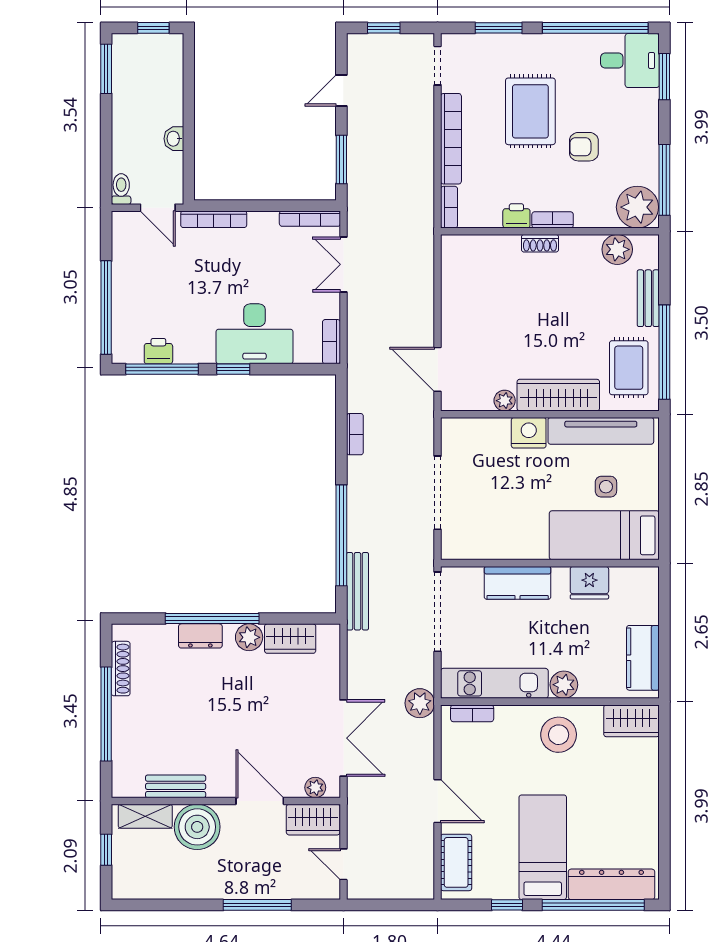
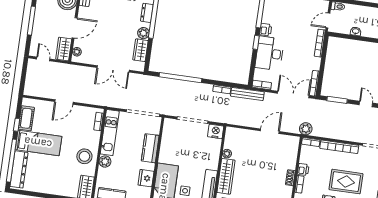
double door: (343, 264) -> (293, 95), width x1.37
printer: (158, 351) -> (266, 30), moved
door: (438, 369) -> (270, 131), moved
nightstand: (529, 433) -> (216, 131), moved, turned -90
bench: (357, 591) -> (247, 94), moved
plant: (420, 703) -> (306, 129), moved
double door: (343, 738) -> (113, 69), moved
cot: (456, 862) -> (26, 118), moved, turned 90
door: (343, 864) -> (43, 59), hinge flipped

